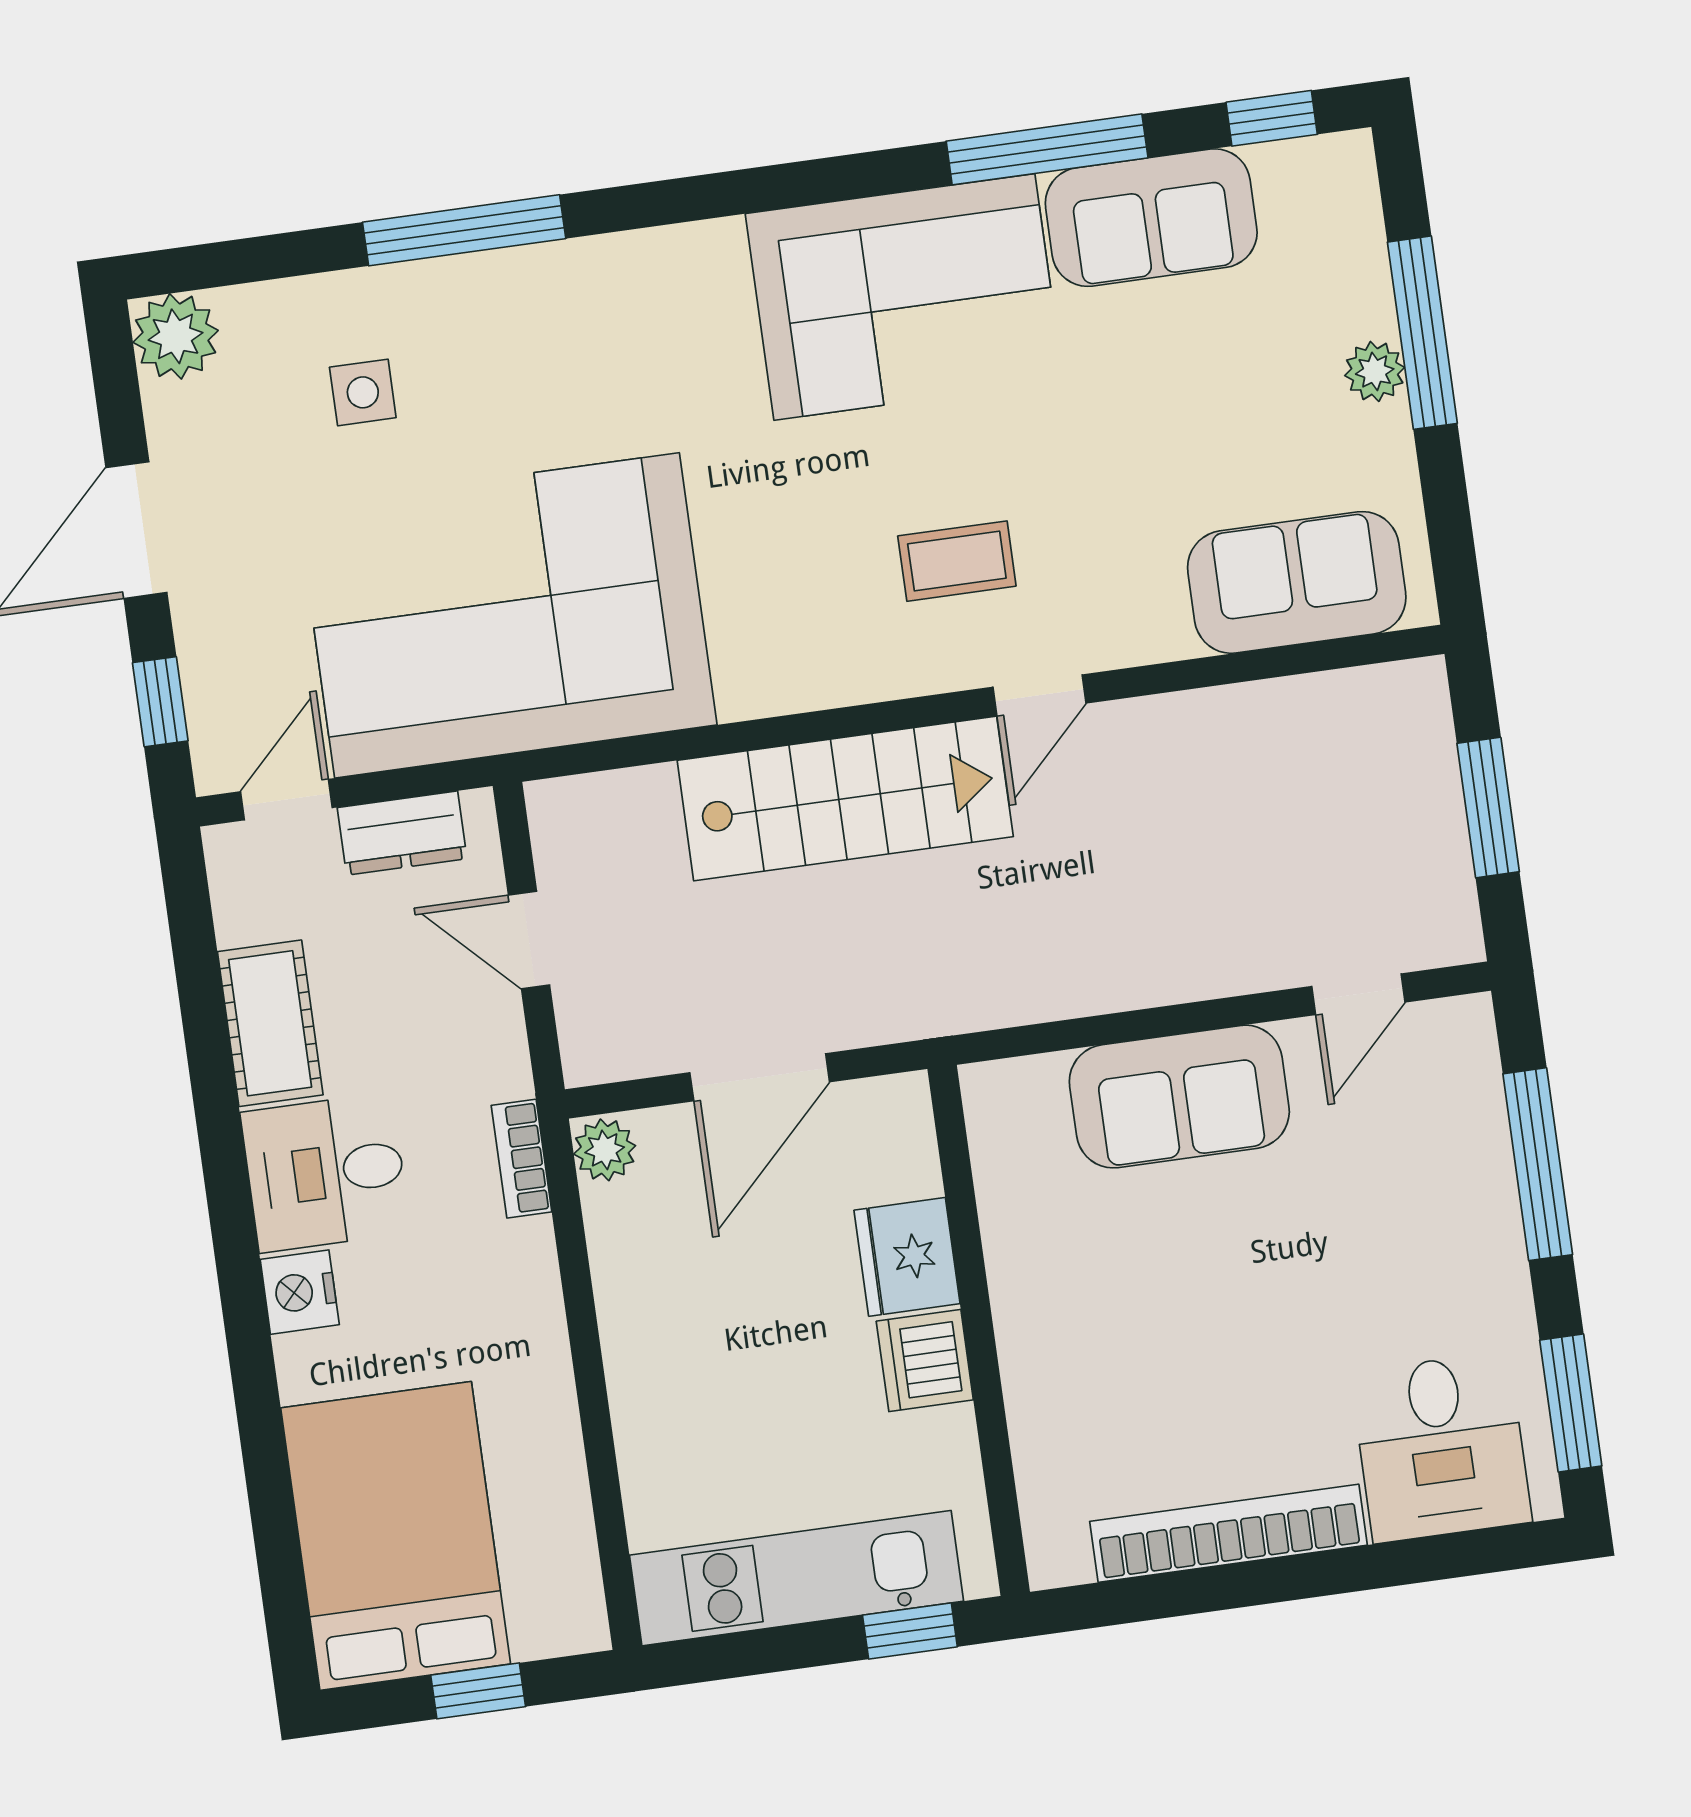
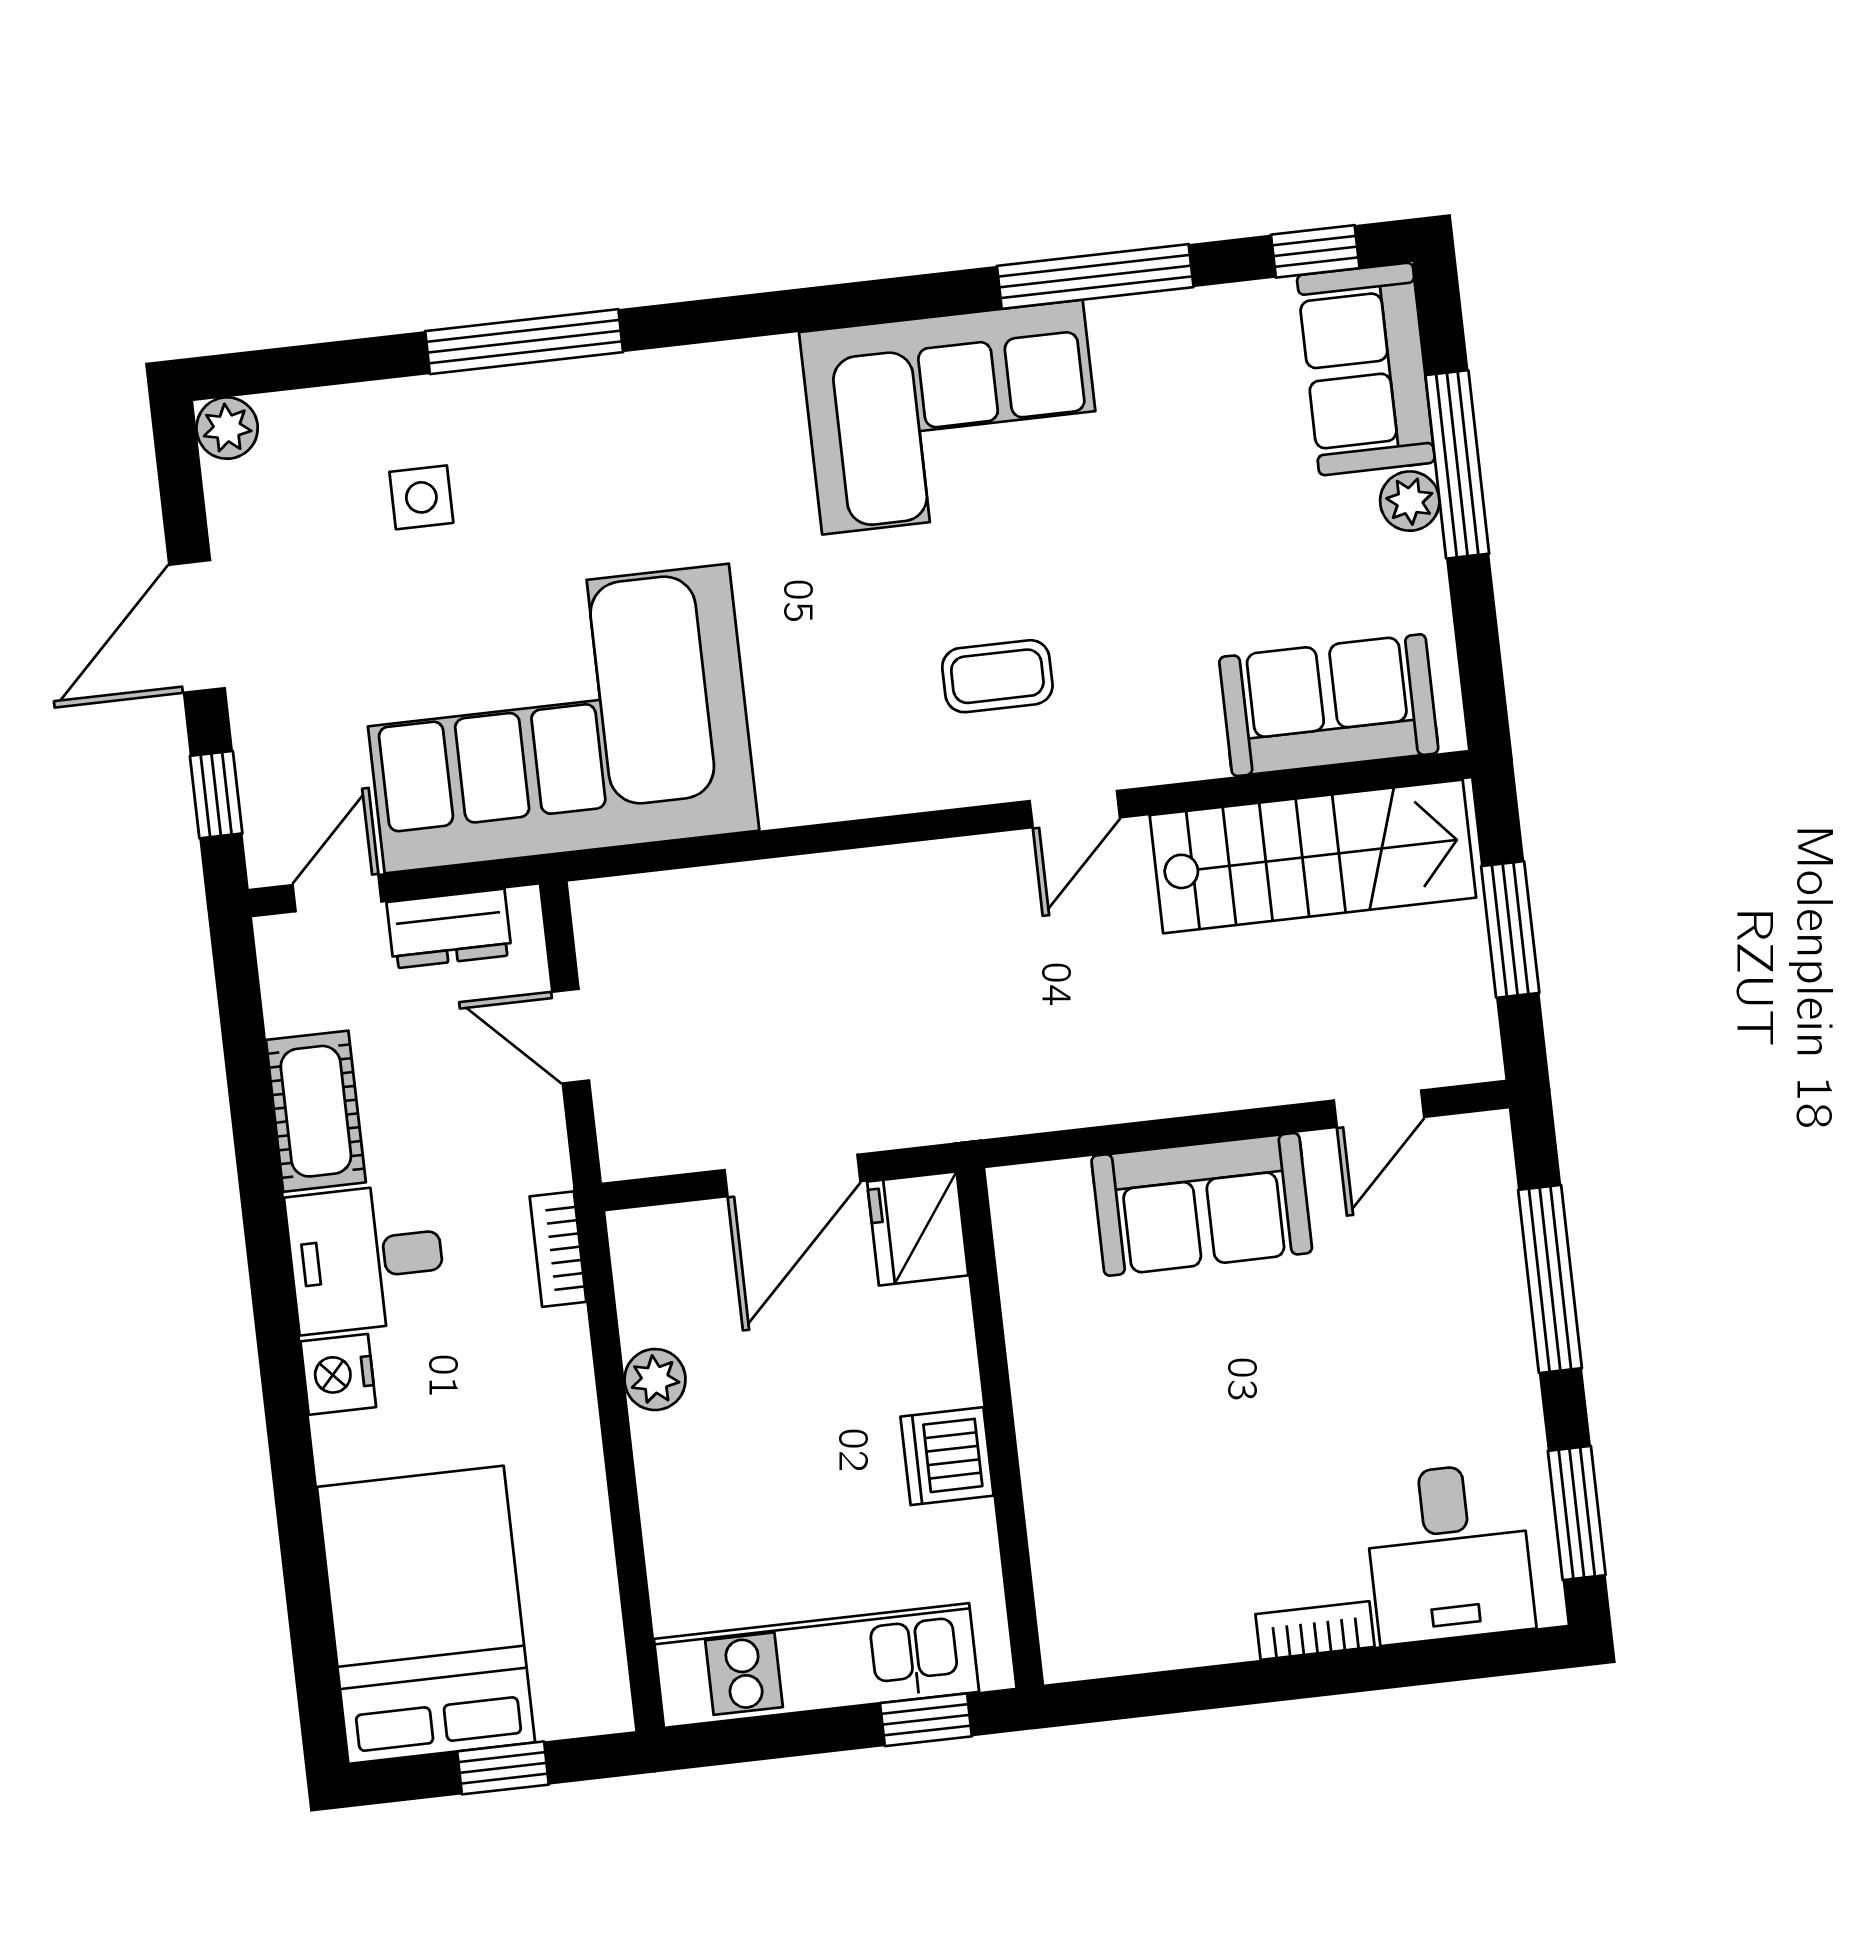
sofa: (1151, 218) -> (1366, 369), moved, turned 90
plant: (176, 336) -> (227, 428), width x0.73, depth x0.73
stairs: (845, 799) -> (1313, 856), moved
plant: (605, 1150) -> (655, 1380), moved
fridge: (907, 1257) -> (918, 1228), moved
bookcase: (1228, 1533) -> (1315, 1631), width x0.43, depth x0.76

